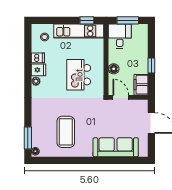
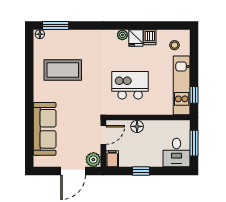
desk: (120, 36) -> (176, 152), moved, turned 90
filing cabinet: (141, 85) -> (112, 159), width x0.50
plant: (142, 106) -> (93, 160), added

